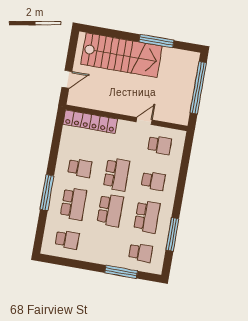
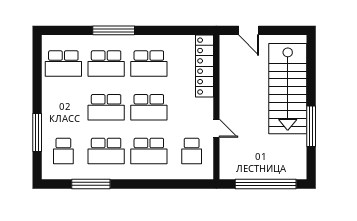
school desk: (80, 168) -> (149, 63), width x1.85
school desk: (153, 181) -> (149, 151), width x1.85
school desk: (67, 240) -> (63, 63), width x1.85

